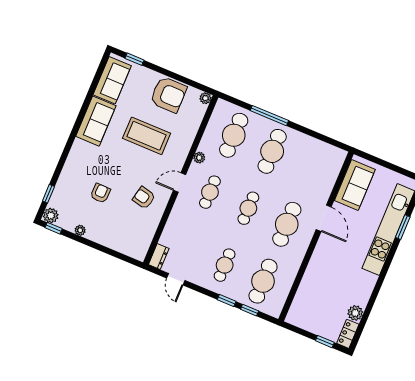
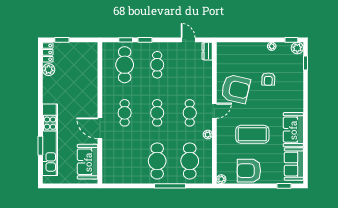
armchair: (144, 198) -> (236, 89), width x1.88, depth x1.88
cafe table: (287, 224) -> (125, 113), width x0.73, depth x0.74

